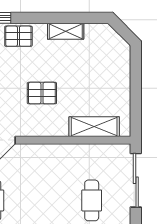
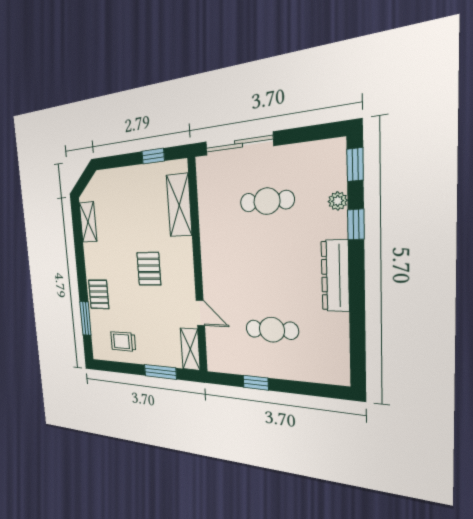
shelving: (66, 31) -> (88, 222), moved
window: (136, 105) -> (153, 156), added

